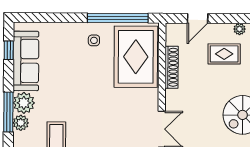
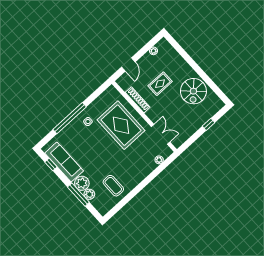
window: (118, 18) -> (70, 118), moved
rug: (224, 54) -> (160, 84), moved
rug: (136, 57) -> (121, 125), moved

